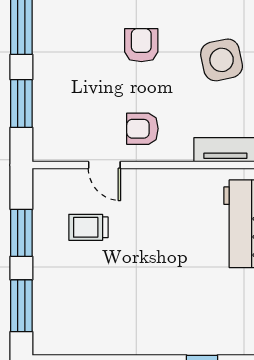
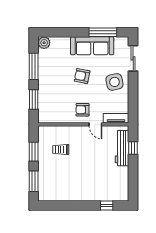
armchair: (141, 45) -> (82, 76), turned -79
door: (104, 165) -> (95, 124), moved

